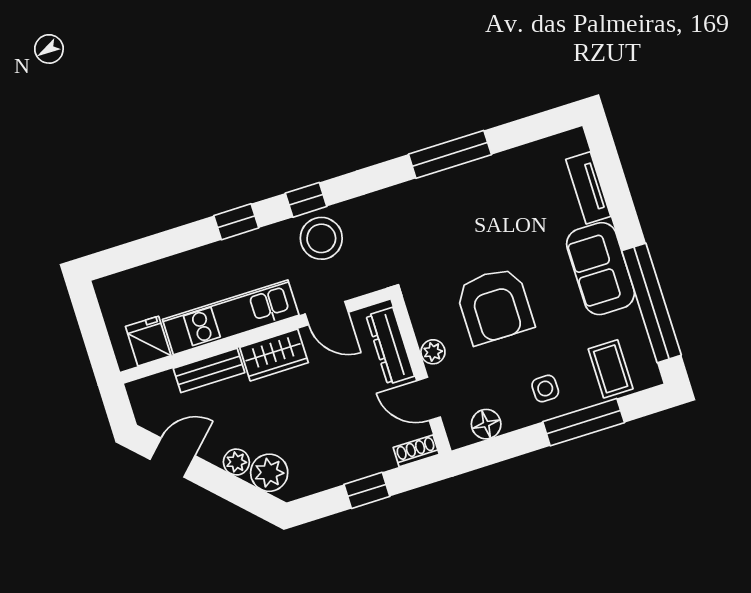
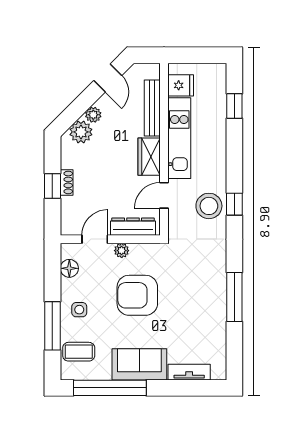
window: (236, 222) -> (234, 106), moved
bench: (209, 370) -> (152, 108), width x1.36
shoe rack: (416, 451) -> (67, 182), moved

